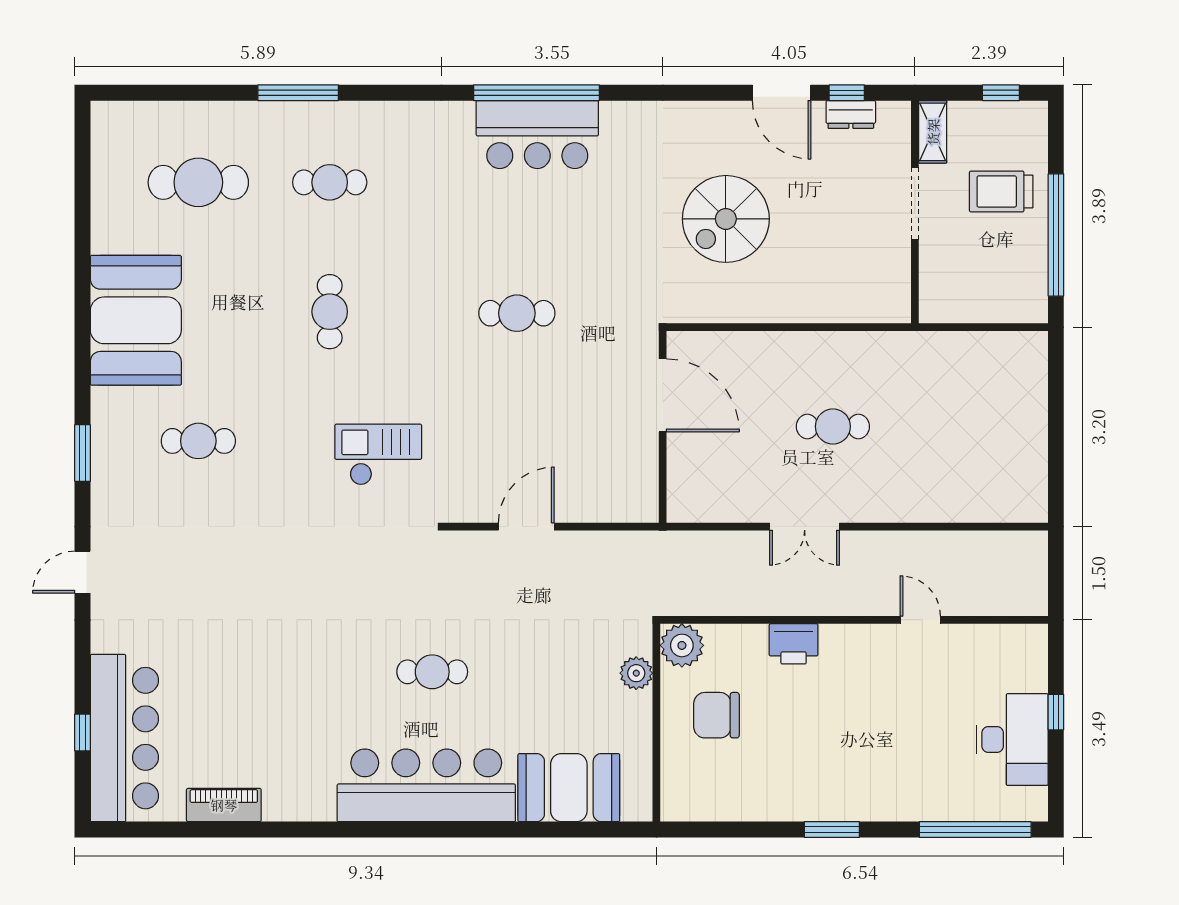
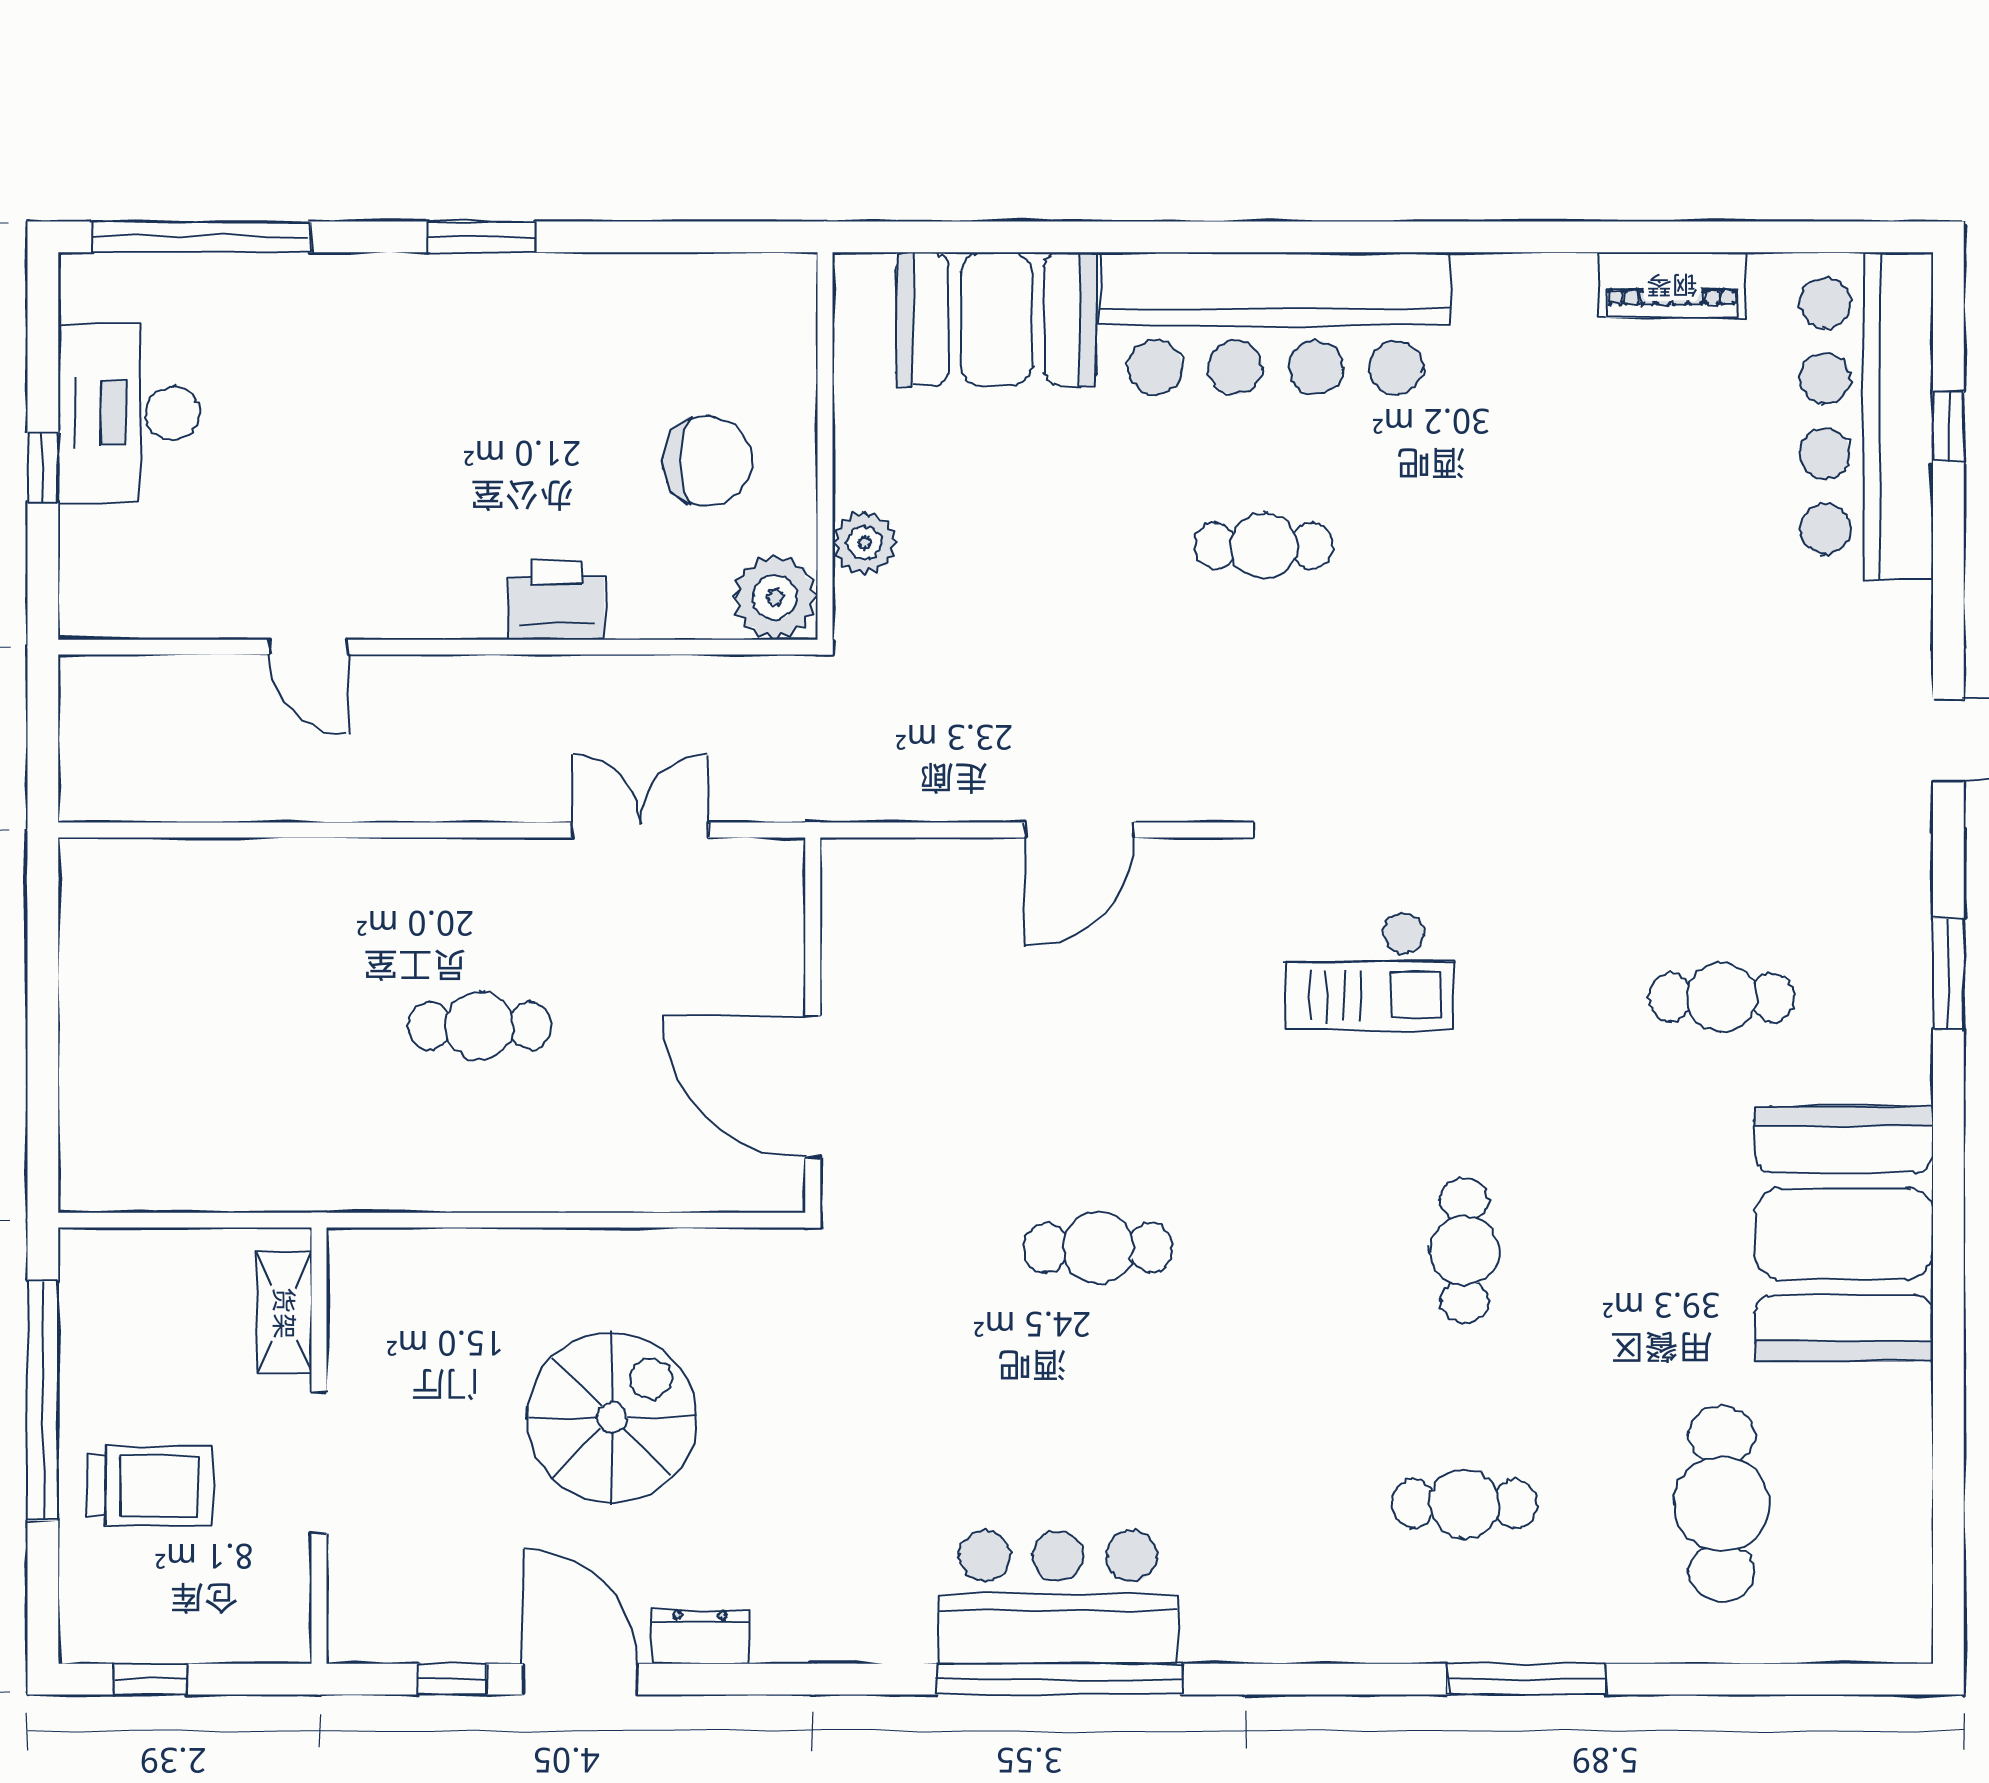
dresser: (851, 114) -> (700, 1637), moved
shelving: (933, 132) -> (284, 1313), moved
cafe table: (198, 182) -> (1722, 1504), turned 90
spiral stairs: (726, 219) -> (612, 1418), moved
double door: (805, 527) -> (640, 830), moved

